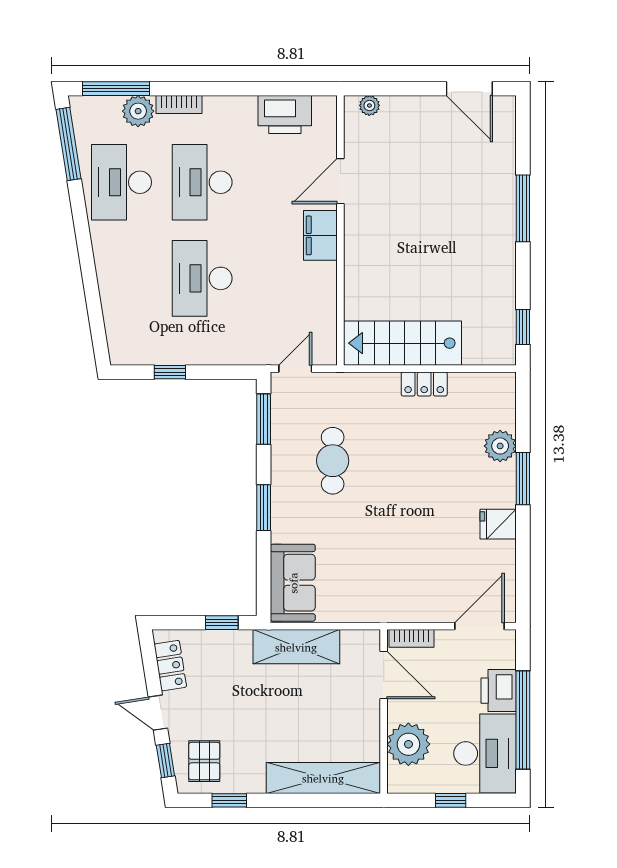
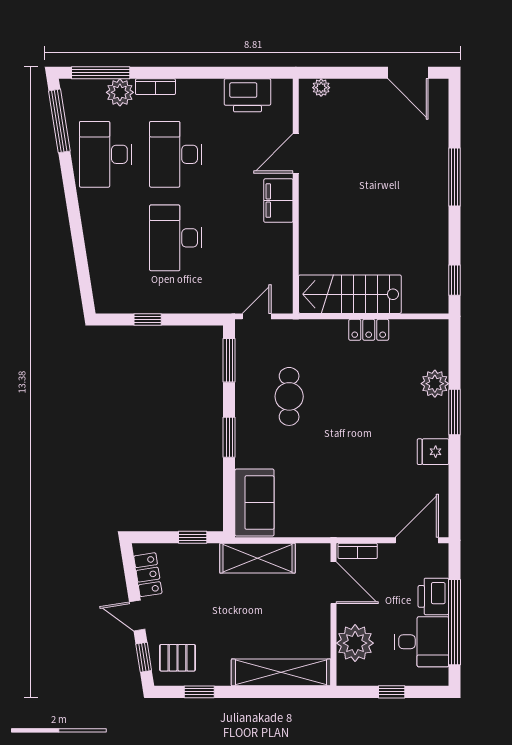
desk: (485, 753) -> (422, 642), width x0.73
pallet: (204, 761) -> (178, 658), turned 90

